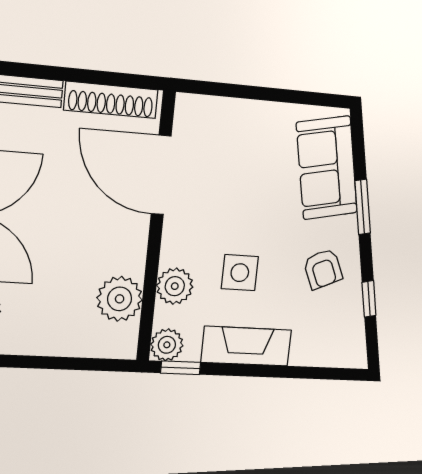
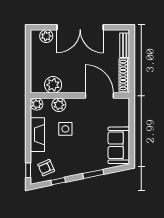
sofa: (327, 168) -> (119, 145), moved, turned -78
door: (161, 175) -> (99, 96), hinge flipped
armchair: (323, 269) -> (46, 168), moved
window: (181, 368) -> (28, 170), moved

